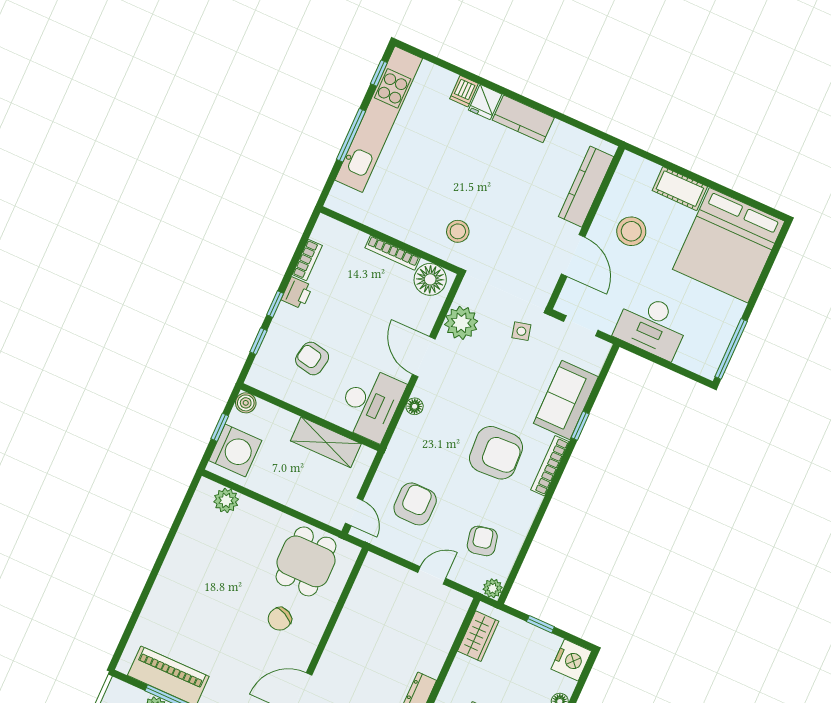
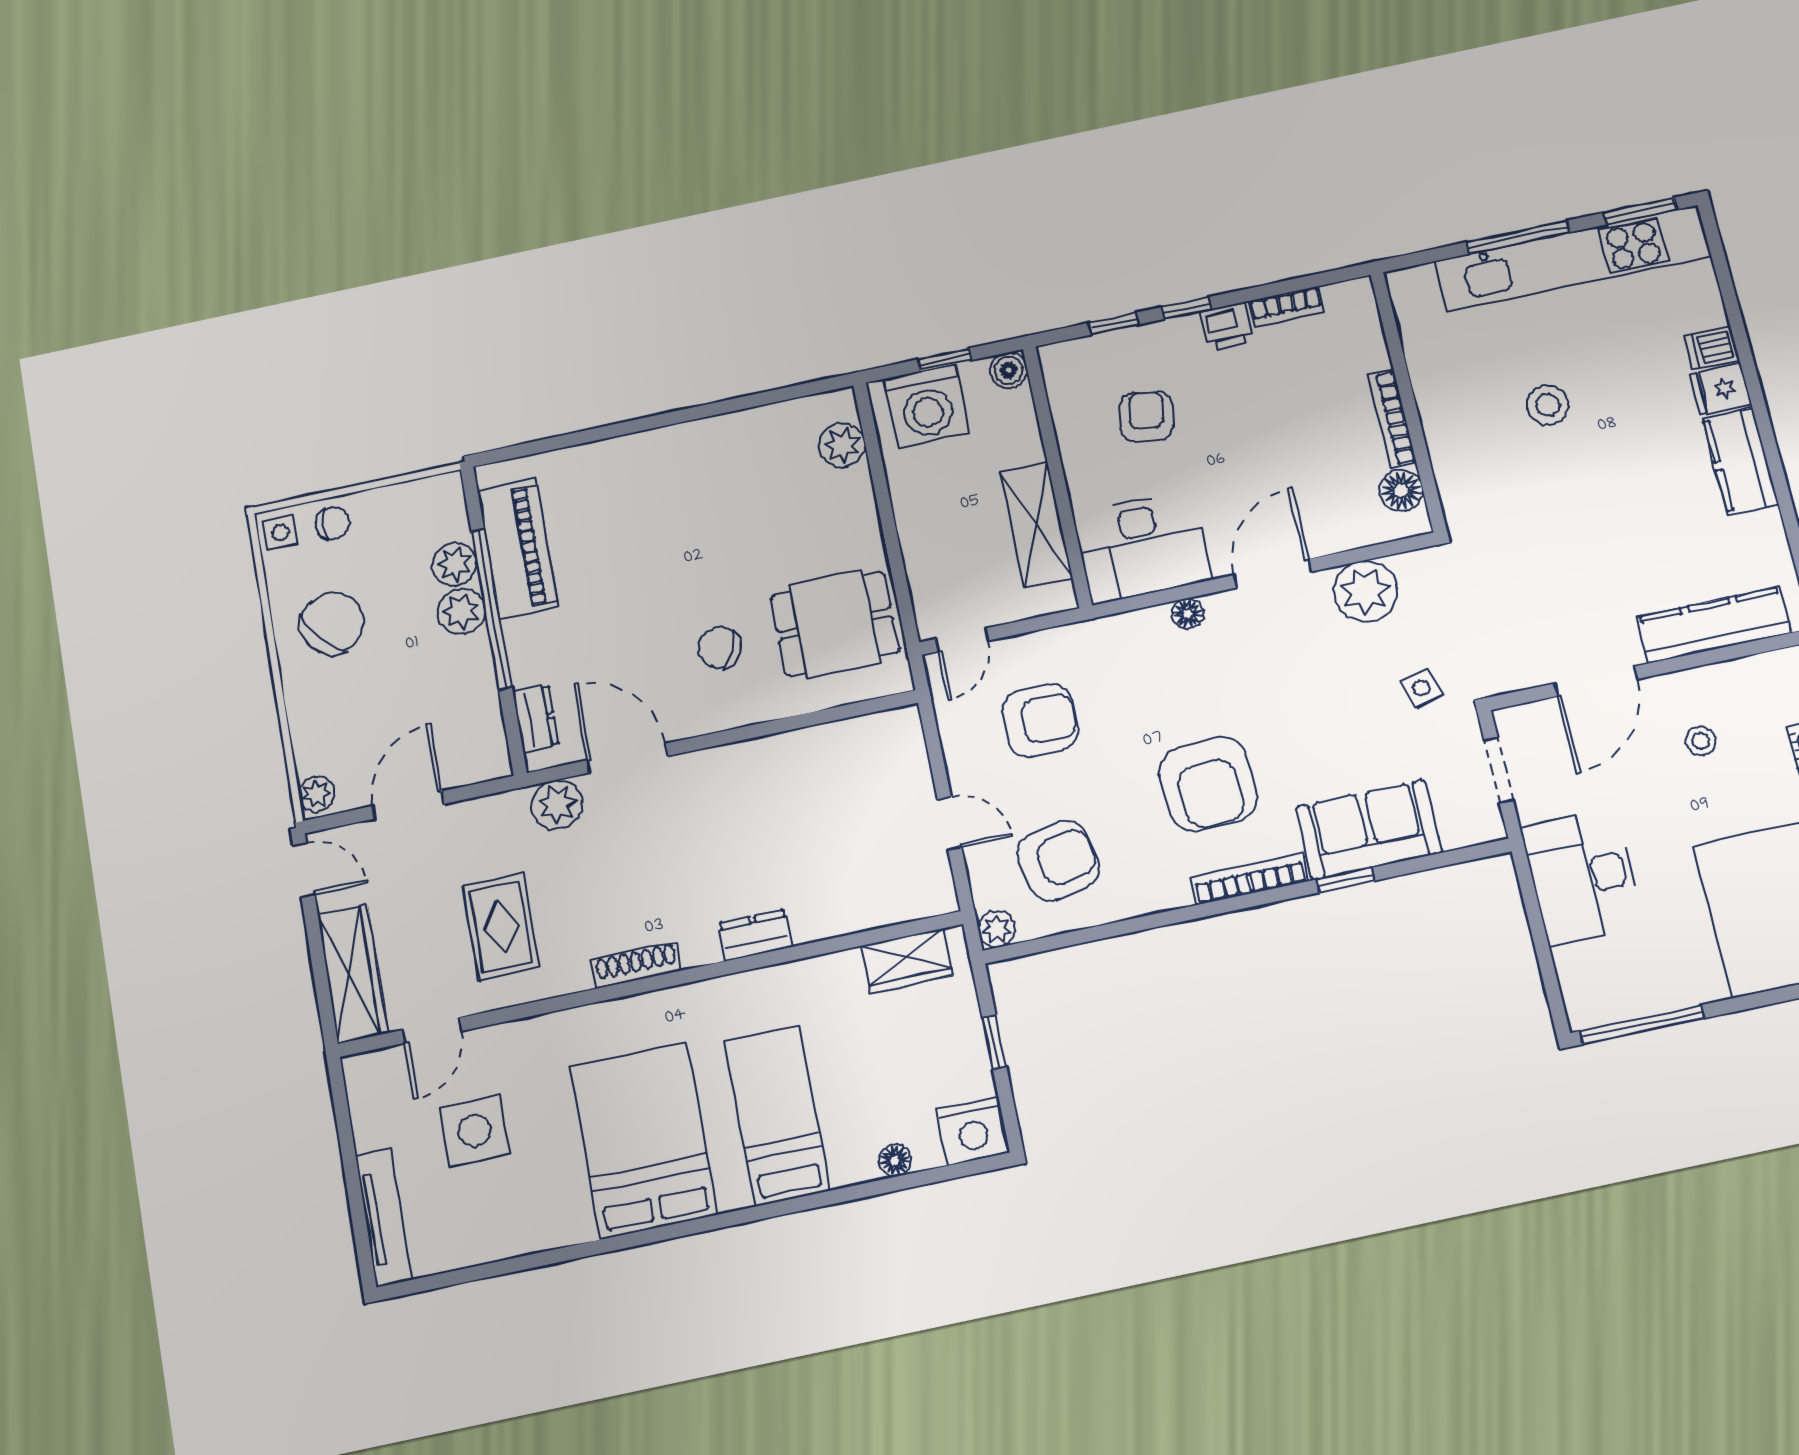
window: (379, 73) -> (1640, 211), width x1.50
stool: (458, 231) -> (1548, 405), moved
stool: (631, 231) -> (1701, 741), width x0.53, depth x0.53
floor lamp: (430, 279) -> (1401, 491), width x0.73, depth x0.73
armchair: (482, 541) -> (1058, 861), width x1.38, depth x1.38

